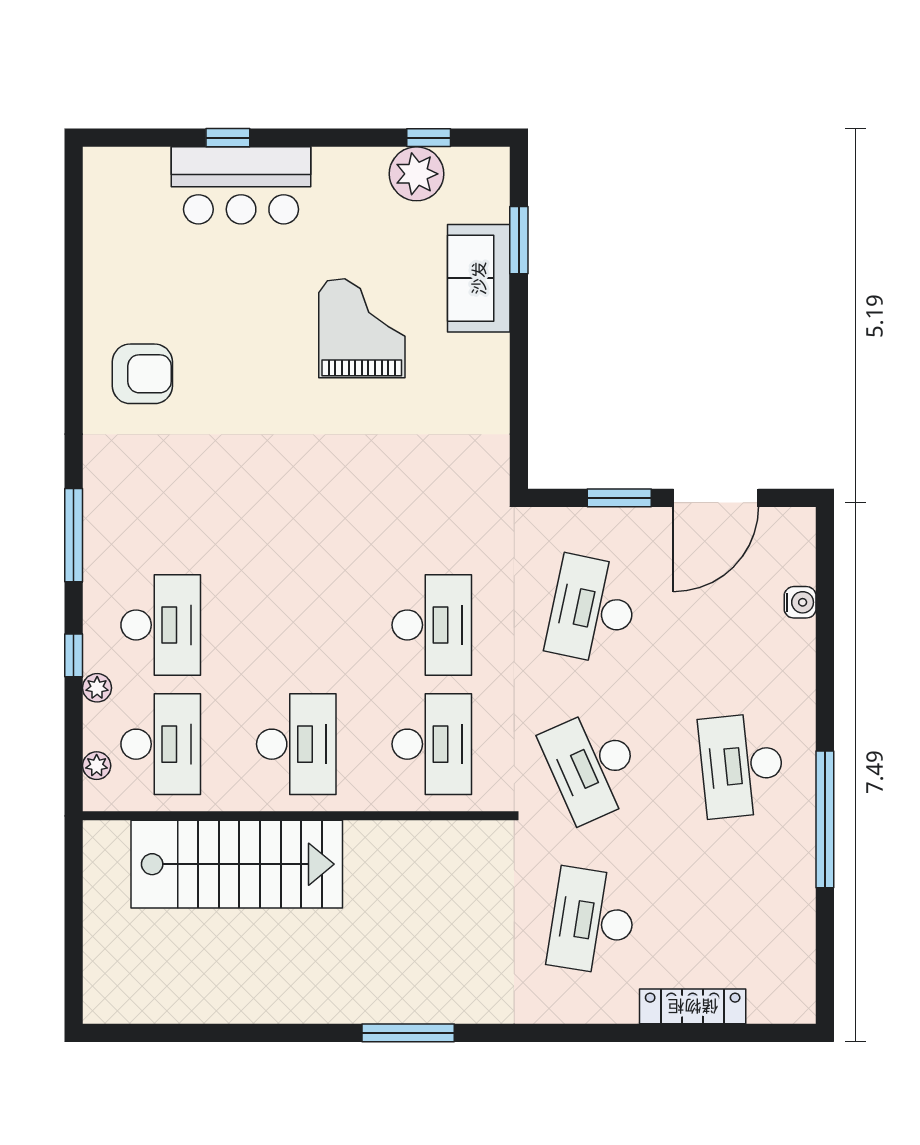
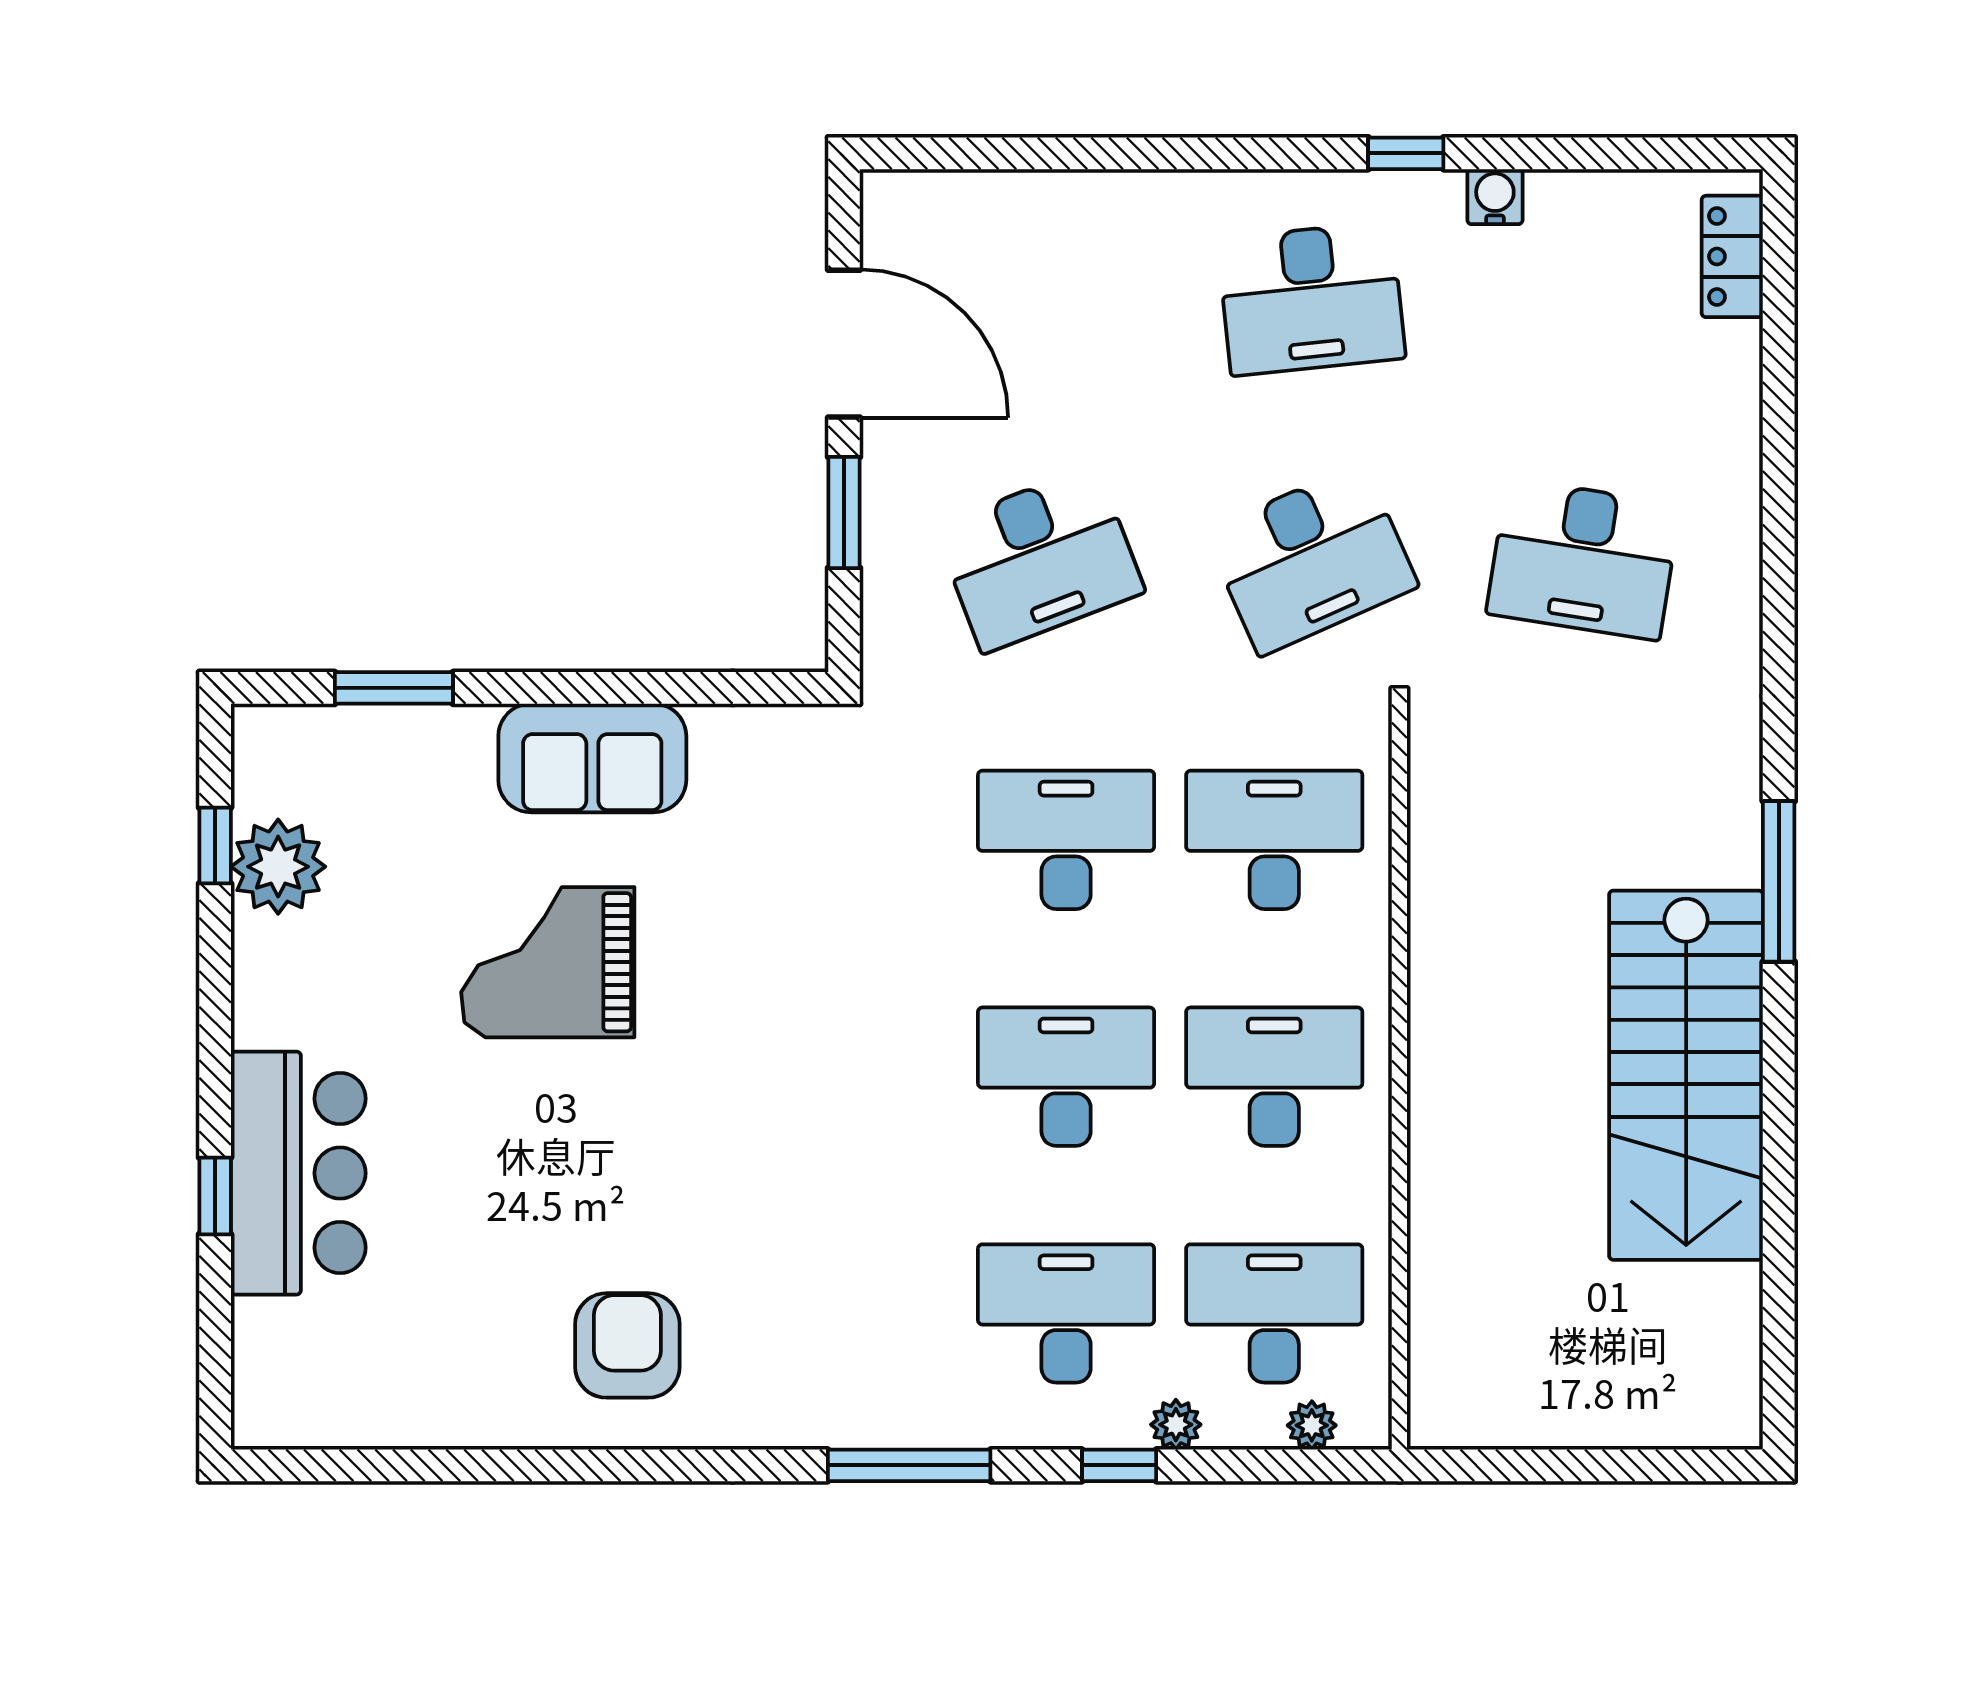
sofa: (479, 278) -> (592, 758), moved
water cooler: (800, 602) -> (1495, 197), moved
desk: (593, 610) -> (1039, 559), turned -33
desk: (296, 625) -> (1066, 1077), added
window: (825, 819) -> (1406, 153), width x0.32
stairs: (237, 864) -> (1686, 1075), moved, turned 180
locker: (693, 1006) -> (1732, 256), moved, width x0.66

